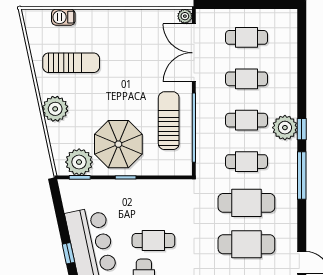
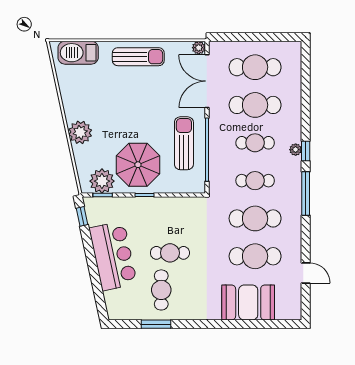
barbecue: (63, 17) -> (78, 53), width x1.88, depth x1.53
cafe table: (246, 37) -> (255, 67), width x1.37, depth x1.35
sun lounger: (71, 63) -> (138, 57), moved
cafe table: (246, 79) -> (255, 105), width x1.37, depth x1.35
plant: (285, 128) -> (296, 150), width x0.53, depth x0.53
window: (68, 253) -> (82, 216), moved

